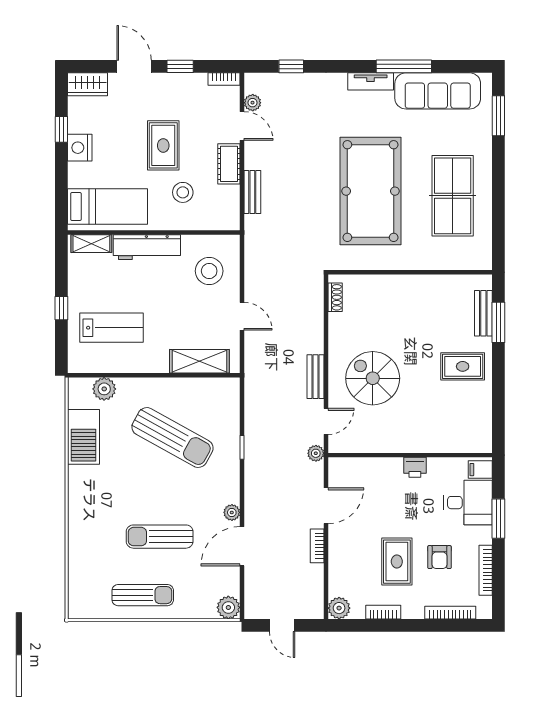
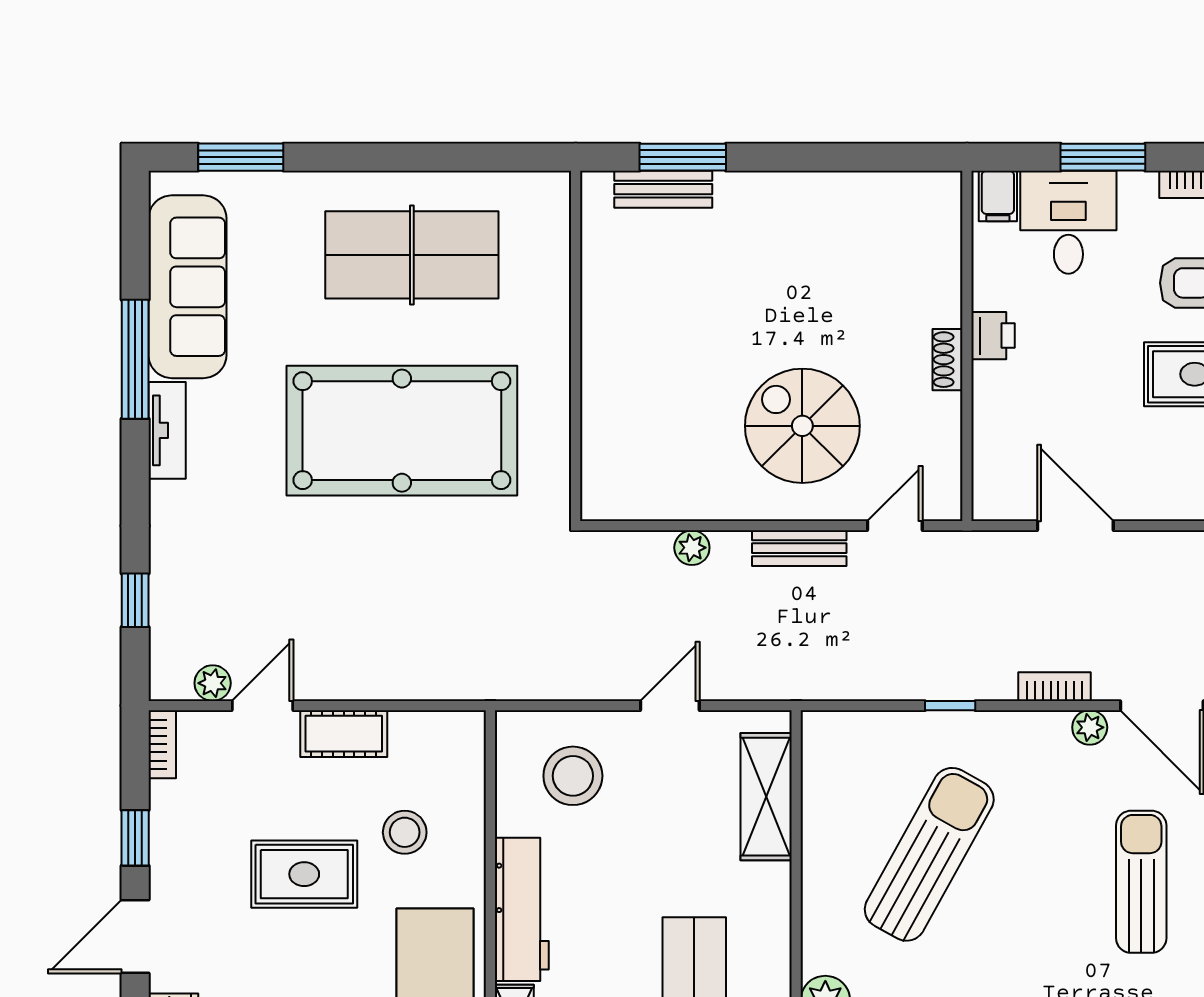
bench: (252, 192) -> (404, 683), removed
shoe rack: (335, 297) -> (947, 360), moved, turned -90
rug: (463, 366) -> (777, 234), removed
spiral stairs: (373, 378) -> (802, 426), turned 90
door: (326, 421) -> (895, 526), hinge flipped
plant: (316, 453) -> (692, 548), moved
sun lounger: (160, 537) -> (1141, 882), turned 180
bookcase: (317, 546) -> (1055, 687), moved, turned 180

